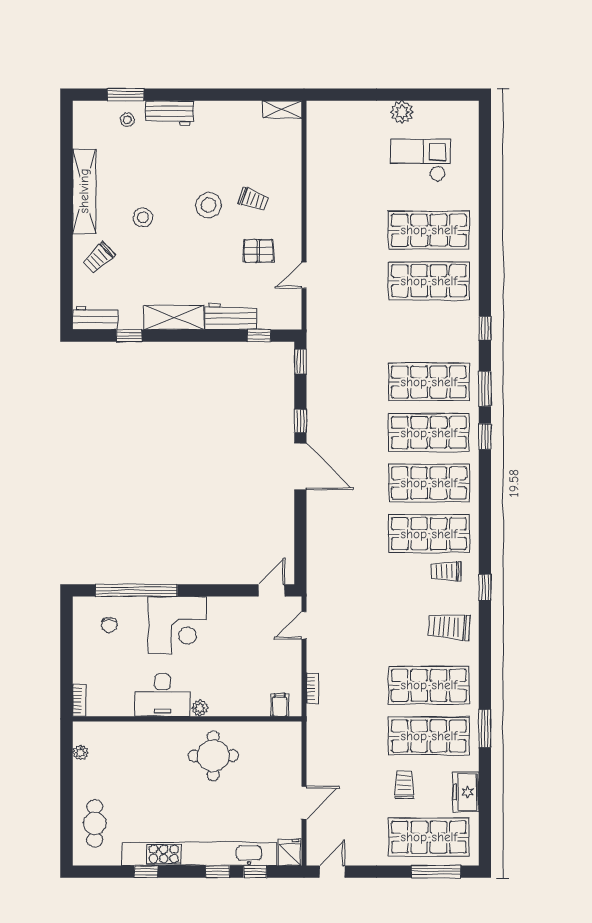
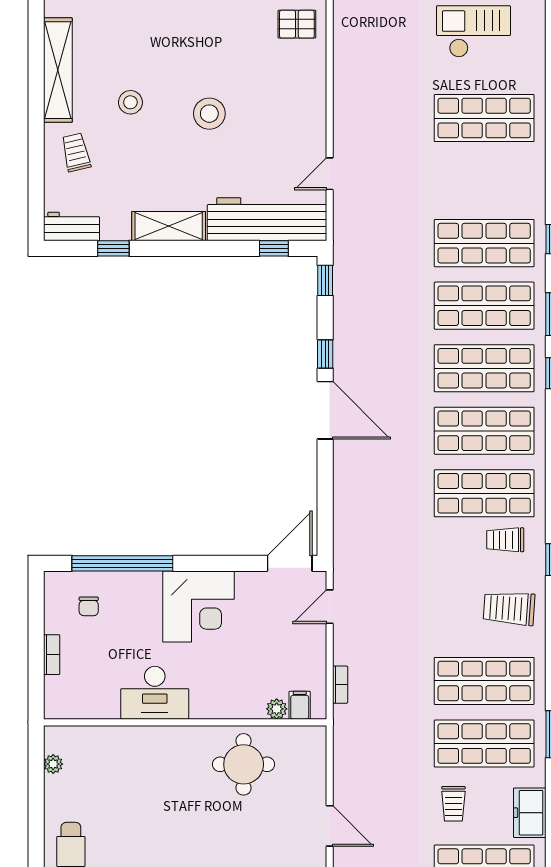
trolley: (254, 200) -> (267, 80), removed
stool: (208, 205) -> (209, 114), moved
pallet: (258, 251) -> (297, 24), moved
trolley: (99, 258) -> (76, 152), turned 121
shop shelf: (429, 281) -> (484, 243), moved
workbench: (231, 316) -> (267, 219), width x1.88, depth x1.32
door: (272, 590) -> (290, 563), width x1.38
corner desk: (177, 625) -> (198, 606), moved
bookcase: (79, 700) -> (52, 655), moved
plant: (200, 708) -> (277, 709), moved
round table: (213, 756) -> (244, 764), moved
trolley: (404, 785) -> (453, 804), turned 180
door: (304, 803) -> (330, 826), hinge flipped

